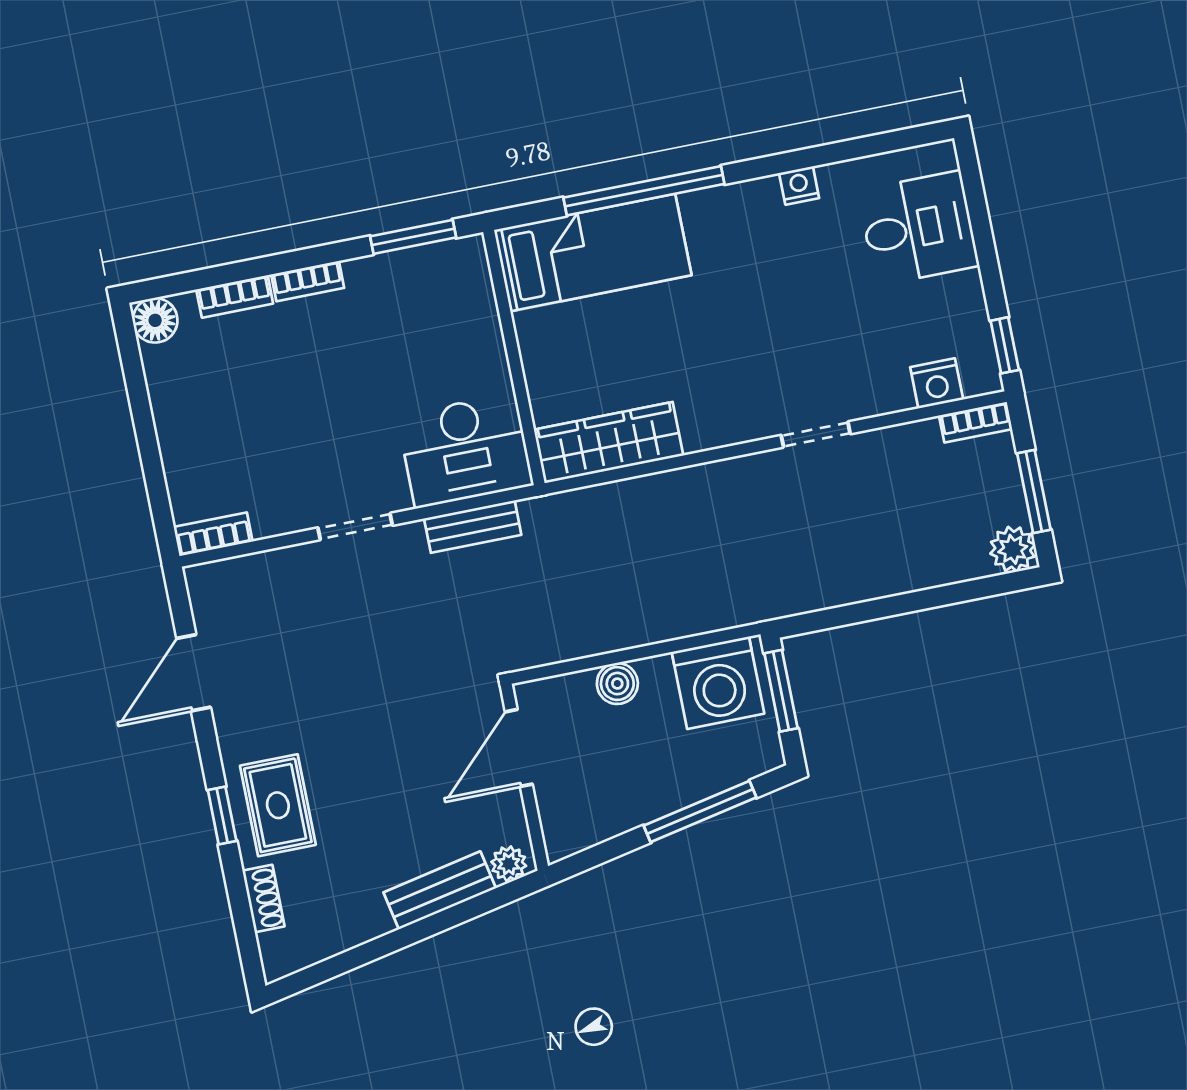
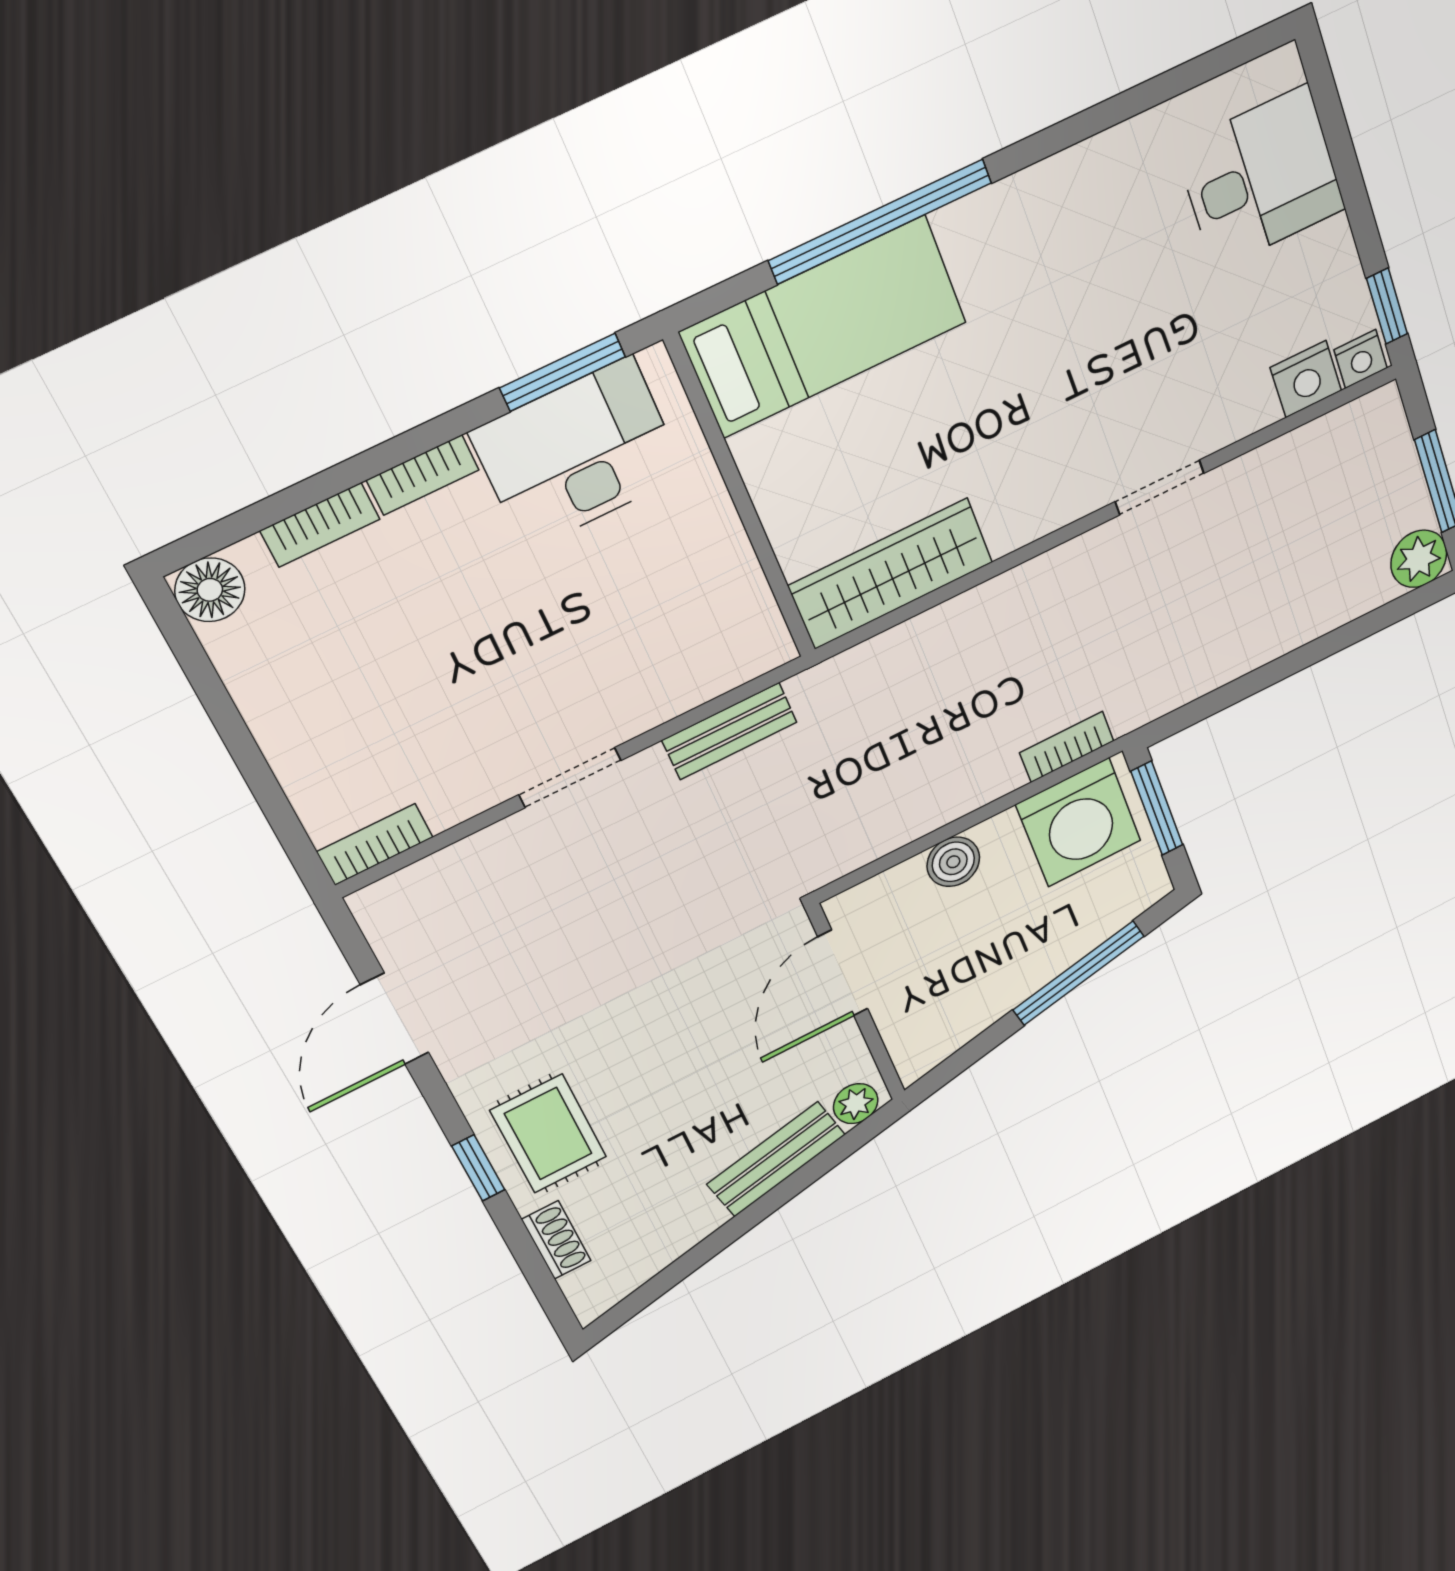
nightstand: (799, 185) -> (1361, 359), moved, turned 180
bookcase: (976, 422) -> (1067, 747), moved, turned 180
desk: (465, 451) -> (578, 454), moved, turned 180

